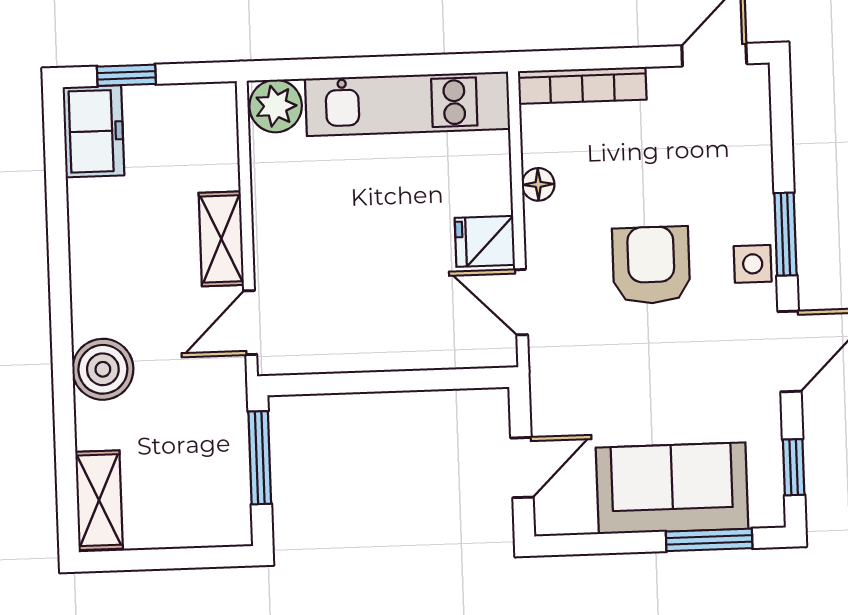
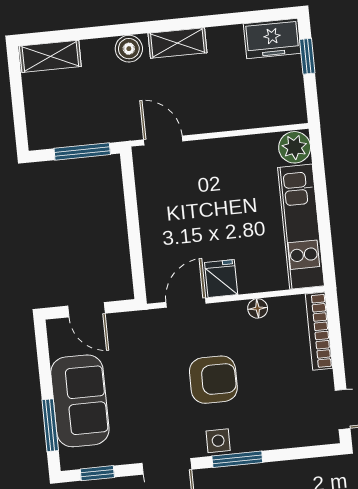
shelving: (221, 239) -> (178, 43), moved
boiler: (103, 369) -> (129, 49), width x0.73, depth x0.73

